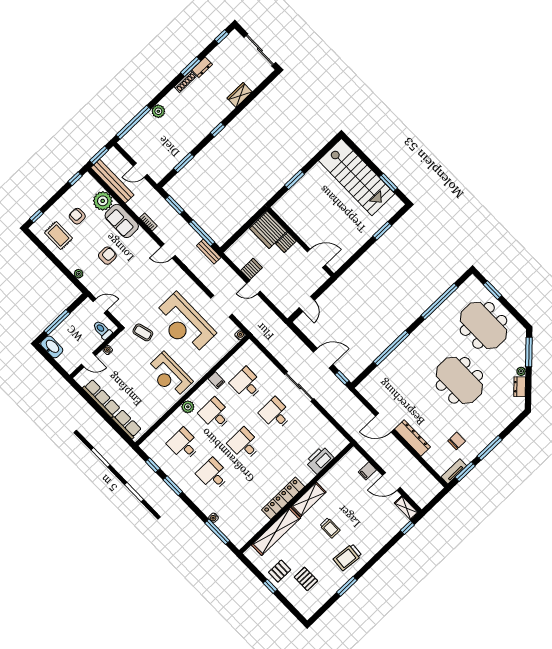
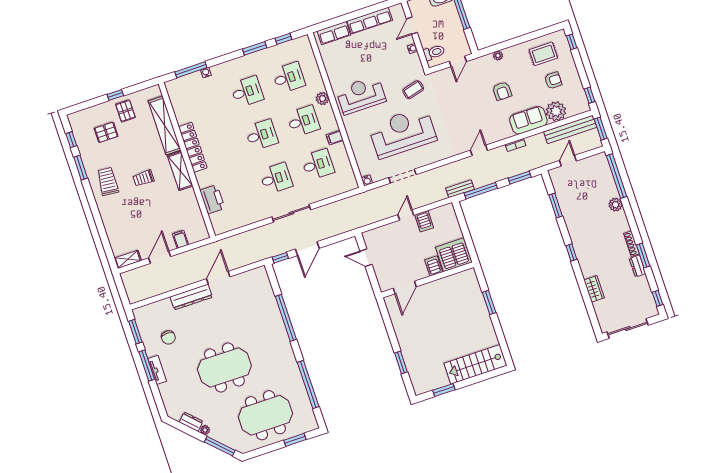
stairs: (357, 177) -> (475, 364), width x0.73, depth x0.66
tv unit: (454, 471) -> (157, 370), moved
window: (407, 528) -> (71, 140), moved

